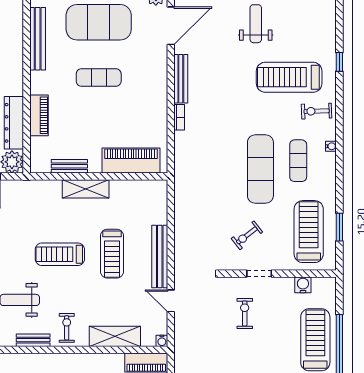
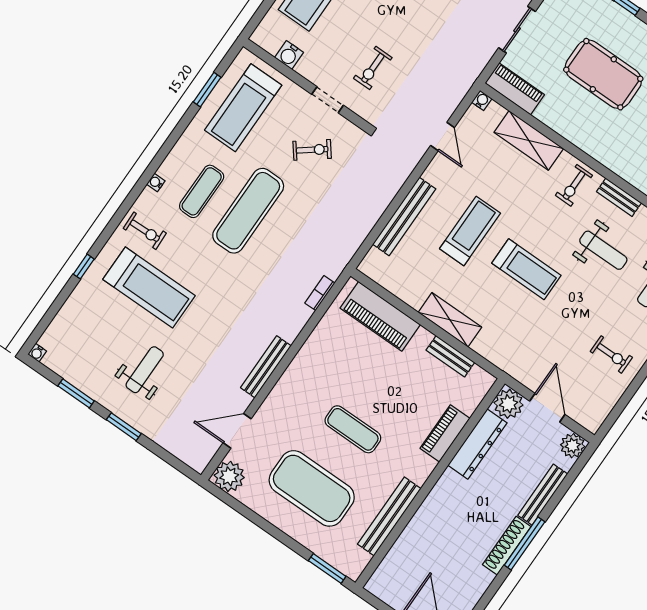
weight bench: (256, 24) -> (145, 370), turned 180
door: (171, 26) -> (237, 431), width x0.73
bookcase: (179, 117) -> (320, 293), moved
bench: (160, 257) -> (404, 217), moved

